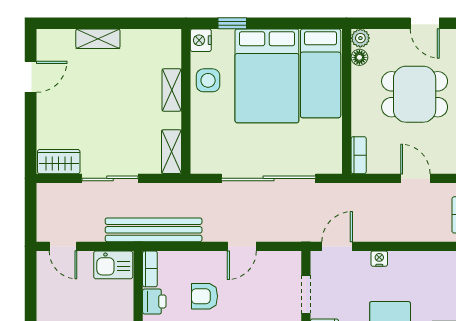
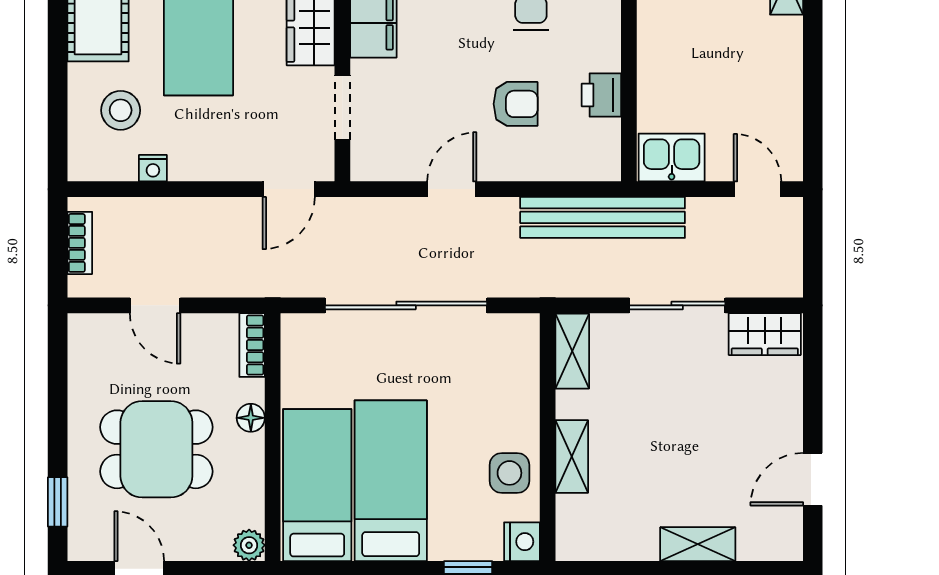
floor lamp: (359, 57) -> (251, 418), moved
bed: (267, 76) -> (391, 481), width x0.67
nightstand: (379, 259) -> (153, 168), moved
bookcase: (150, 269) -> (609, 151), removed
stool: (436, 293) -> (121, 110), added

